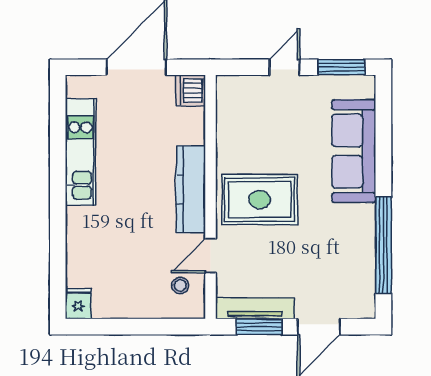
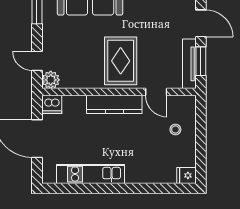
door: (284, 67) -> (37, 61), moved
plant: (230, 89) -> (51, 80), added
stool: (180, 286) -> (175, 129), moved

